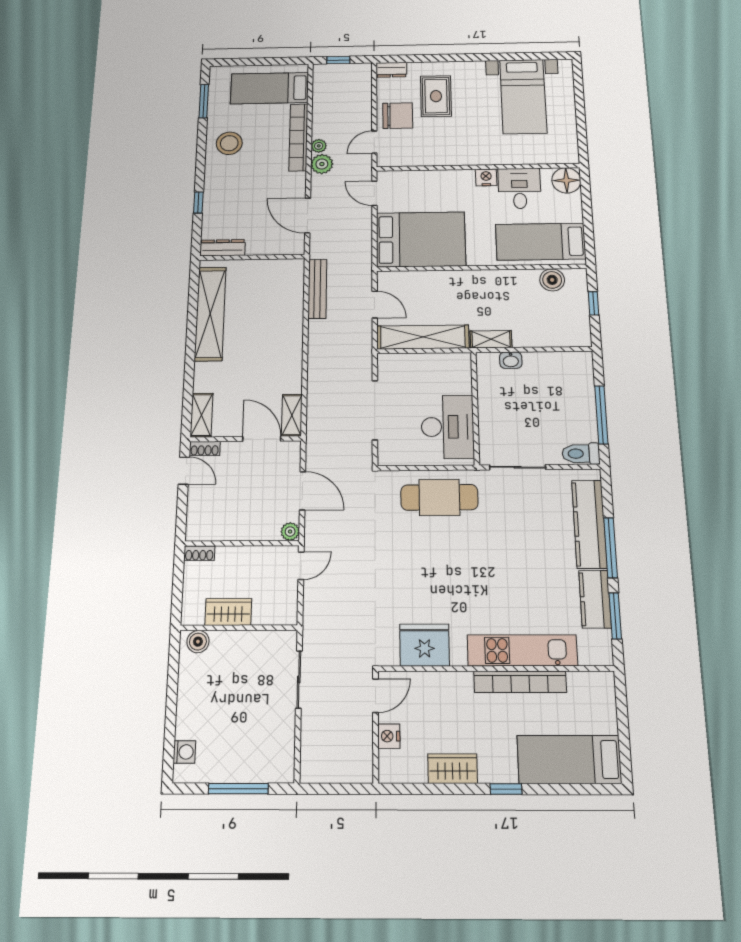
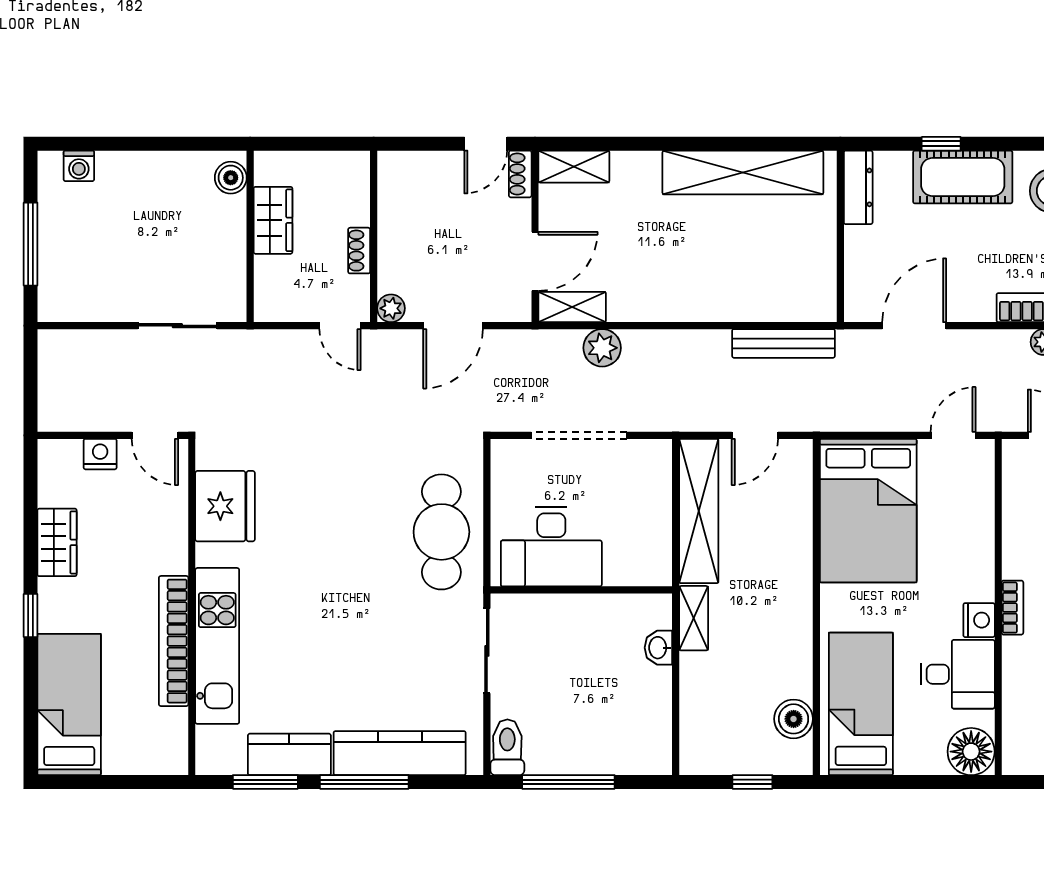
bookcase: (478, 160) -> (1012, 608), added
plant: (322, 164) -> (602, 348), moved
cot: (219, 191) -> (963, 177), added
shoe rack: (199, 553) -> (359, 251), moved

